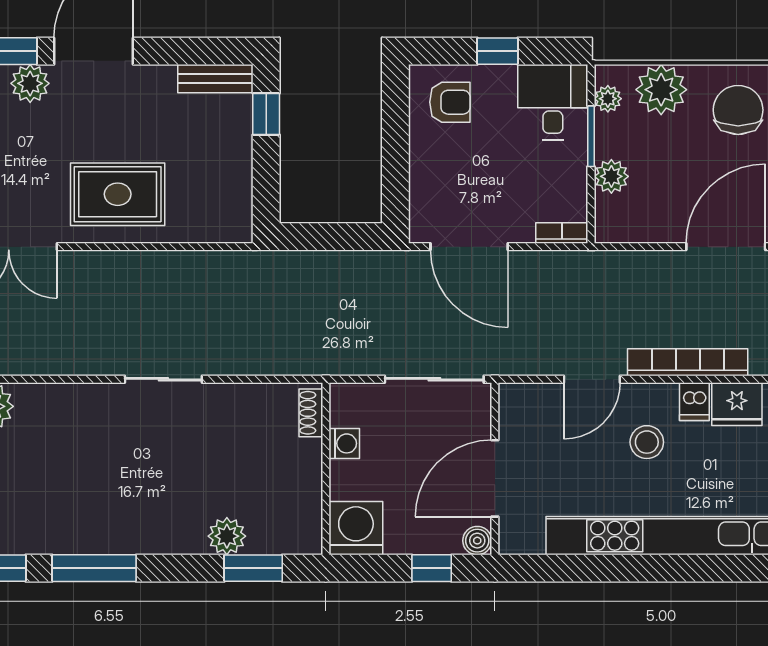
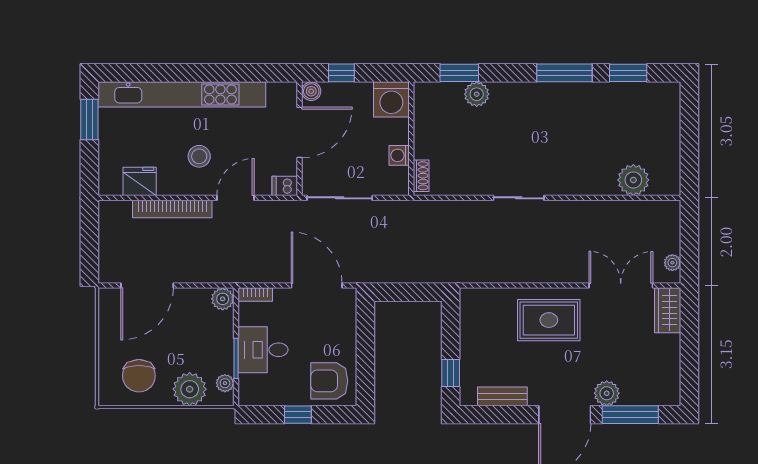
bench: (215, 79) -> (502, 396), moved
armchair: (450, 102) -> (329, 381), width x1.38, depth x1.38
desk: (553, 102) -> (263, 350), moved, turned 90
plant: (611, 176) -> (223, 299), moved
dishwasher: (694, 402) -> (285, 186), moved, turned -90

